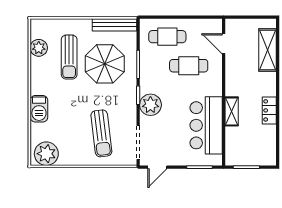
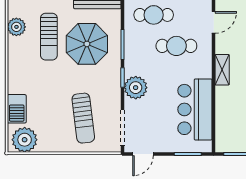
door: (224, 44) -> (214, 22), swing flipped
barbecue: (39, 109) -> (17, 109), moved
shelving: (232, 111) -> (222, 70), moved

